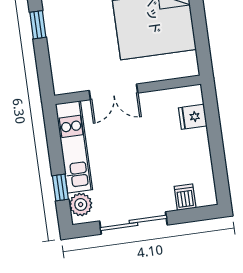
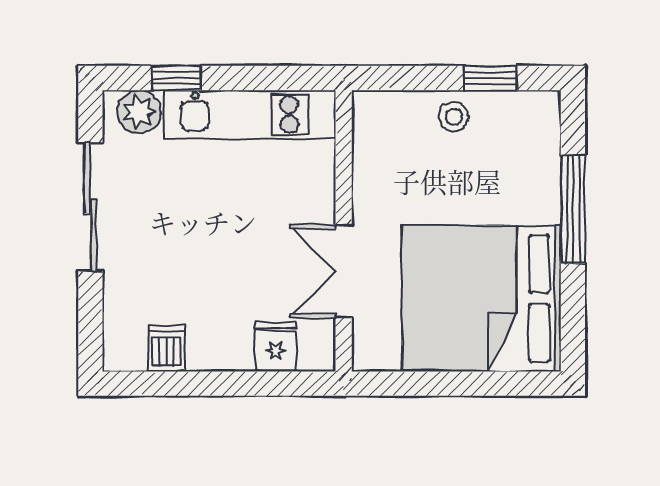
stool: (60, 41) -> (454, 117), added
double door: (114, 92) -> (344, 271), moved
dishwasher: (185, 197) -> (166, 348), moved, turned -90

